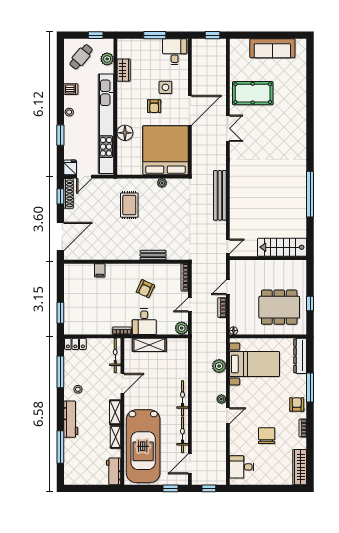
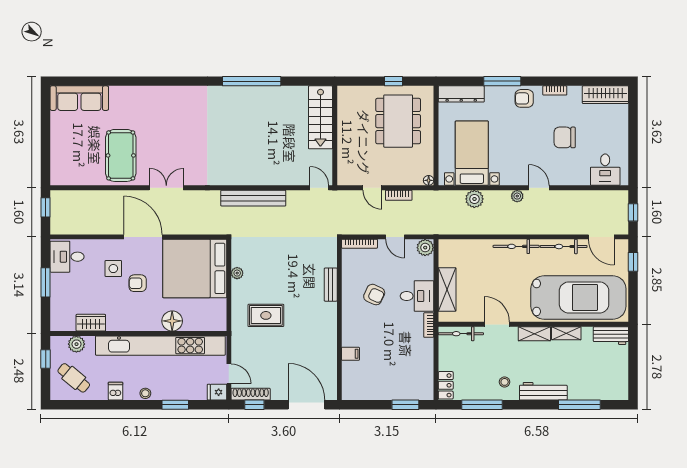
sofa: (272, 48) -> (79, 98), moved, turned 90
armchair: (154, 106) -> (138, 283), turned 180

